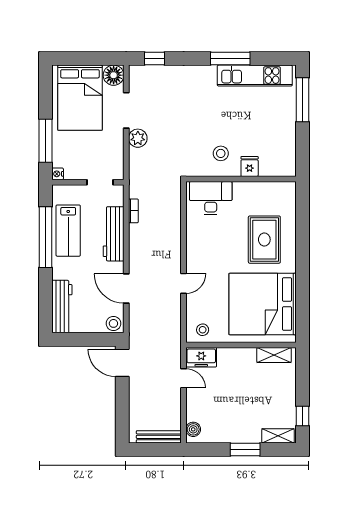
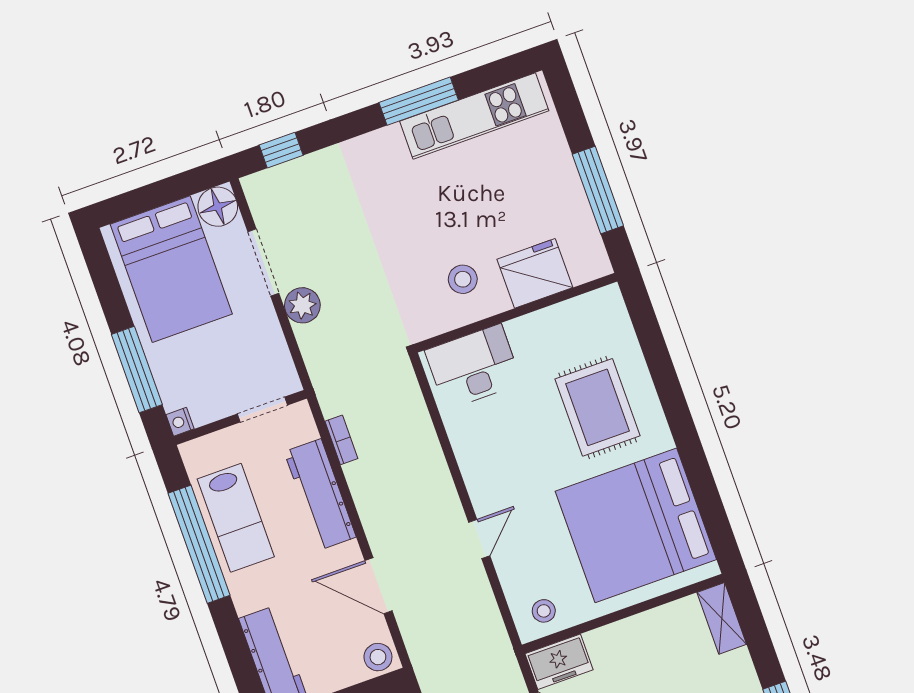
window: (302, 100) -> (598, 190), moved
fridge: (250, 166) -> (535, 273), width x1.88, depth x1.34
shelving: (274, 355) -> (722, 618), moved, turned 90

